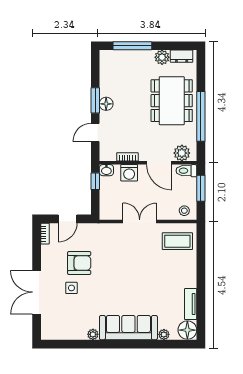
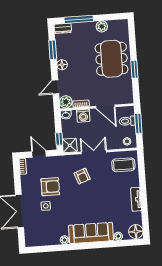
dresser: (182, 56) -> (63, 28), moved
window: (95, 100) -> (53, 50), moved
window: (201, 116) -> (134, 69), width x0.47
plant: (182, 153) -> (66, 102), moved
toilet: (186, 171) -> (127, 121), moved
window: (95, 181) -> (59, 139), moved
shower: (109, 211) -> (70, 145), added
door: (68, 219) -> (39, 154), swing flipped
armchair: (122, 252) -> (82, 176), added
tv unit: (191, 304) -> (136, 199), moved

